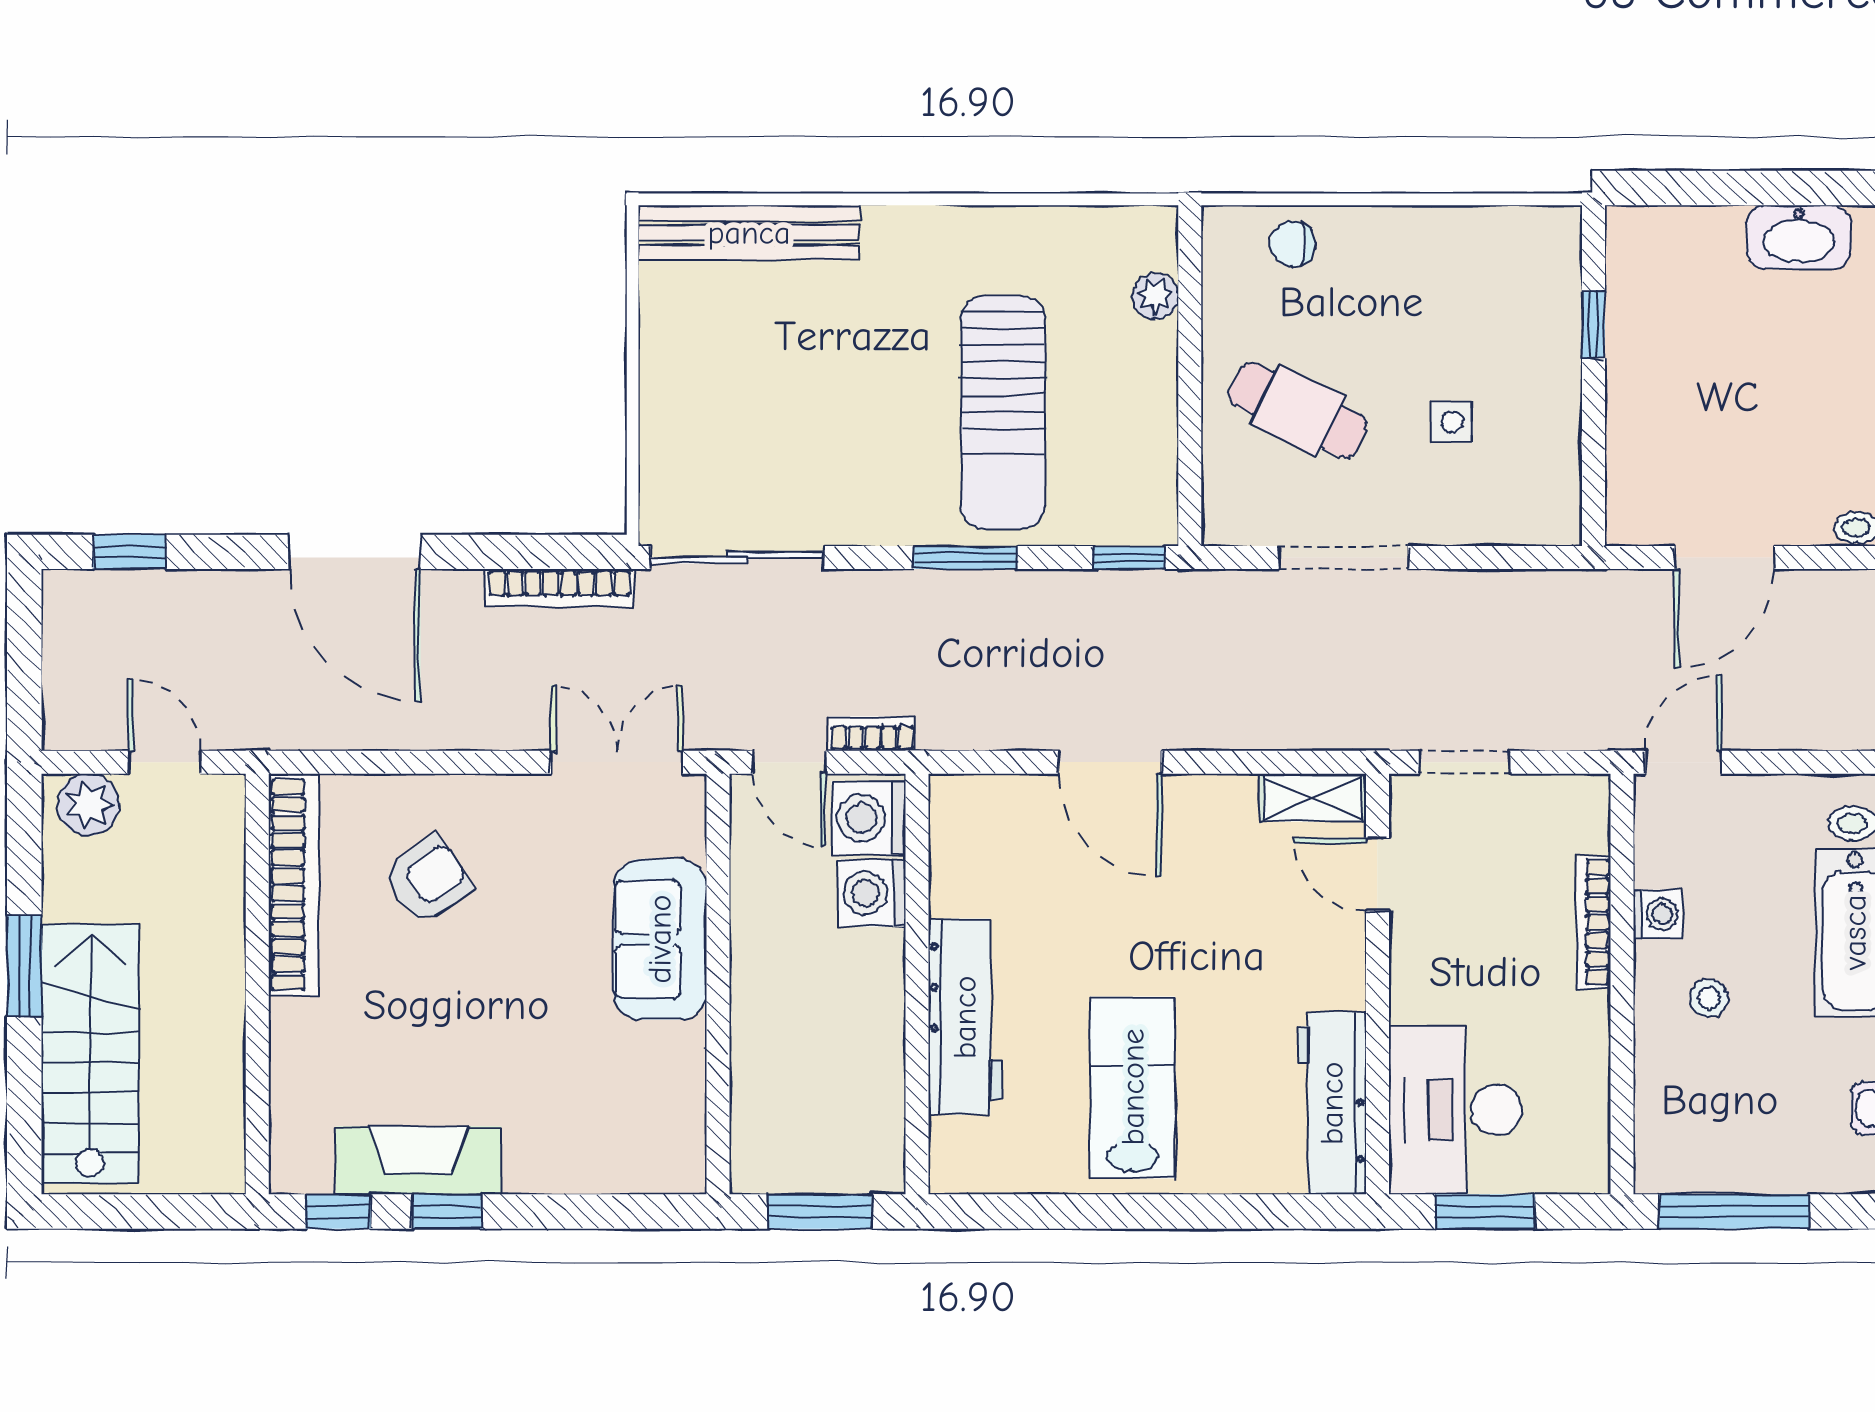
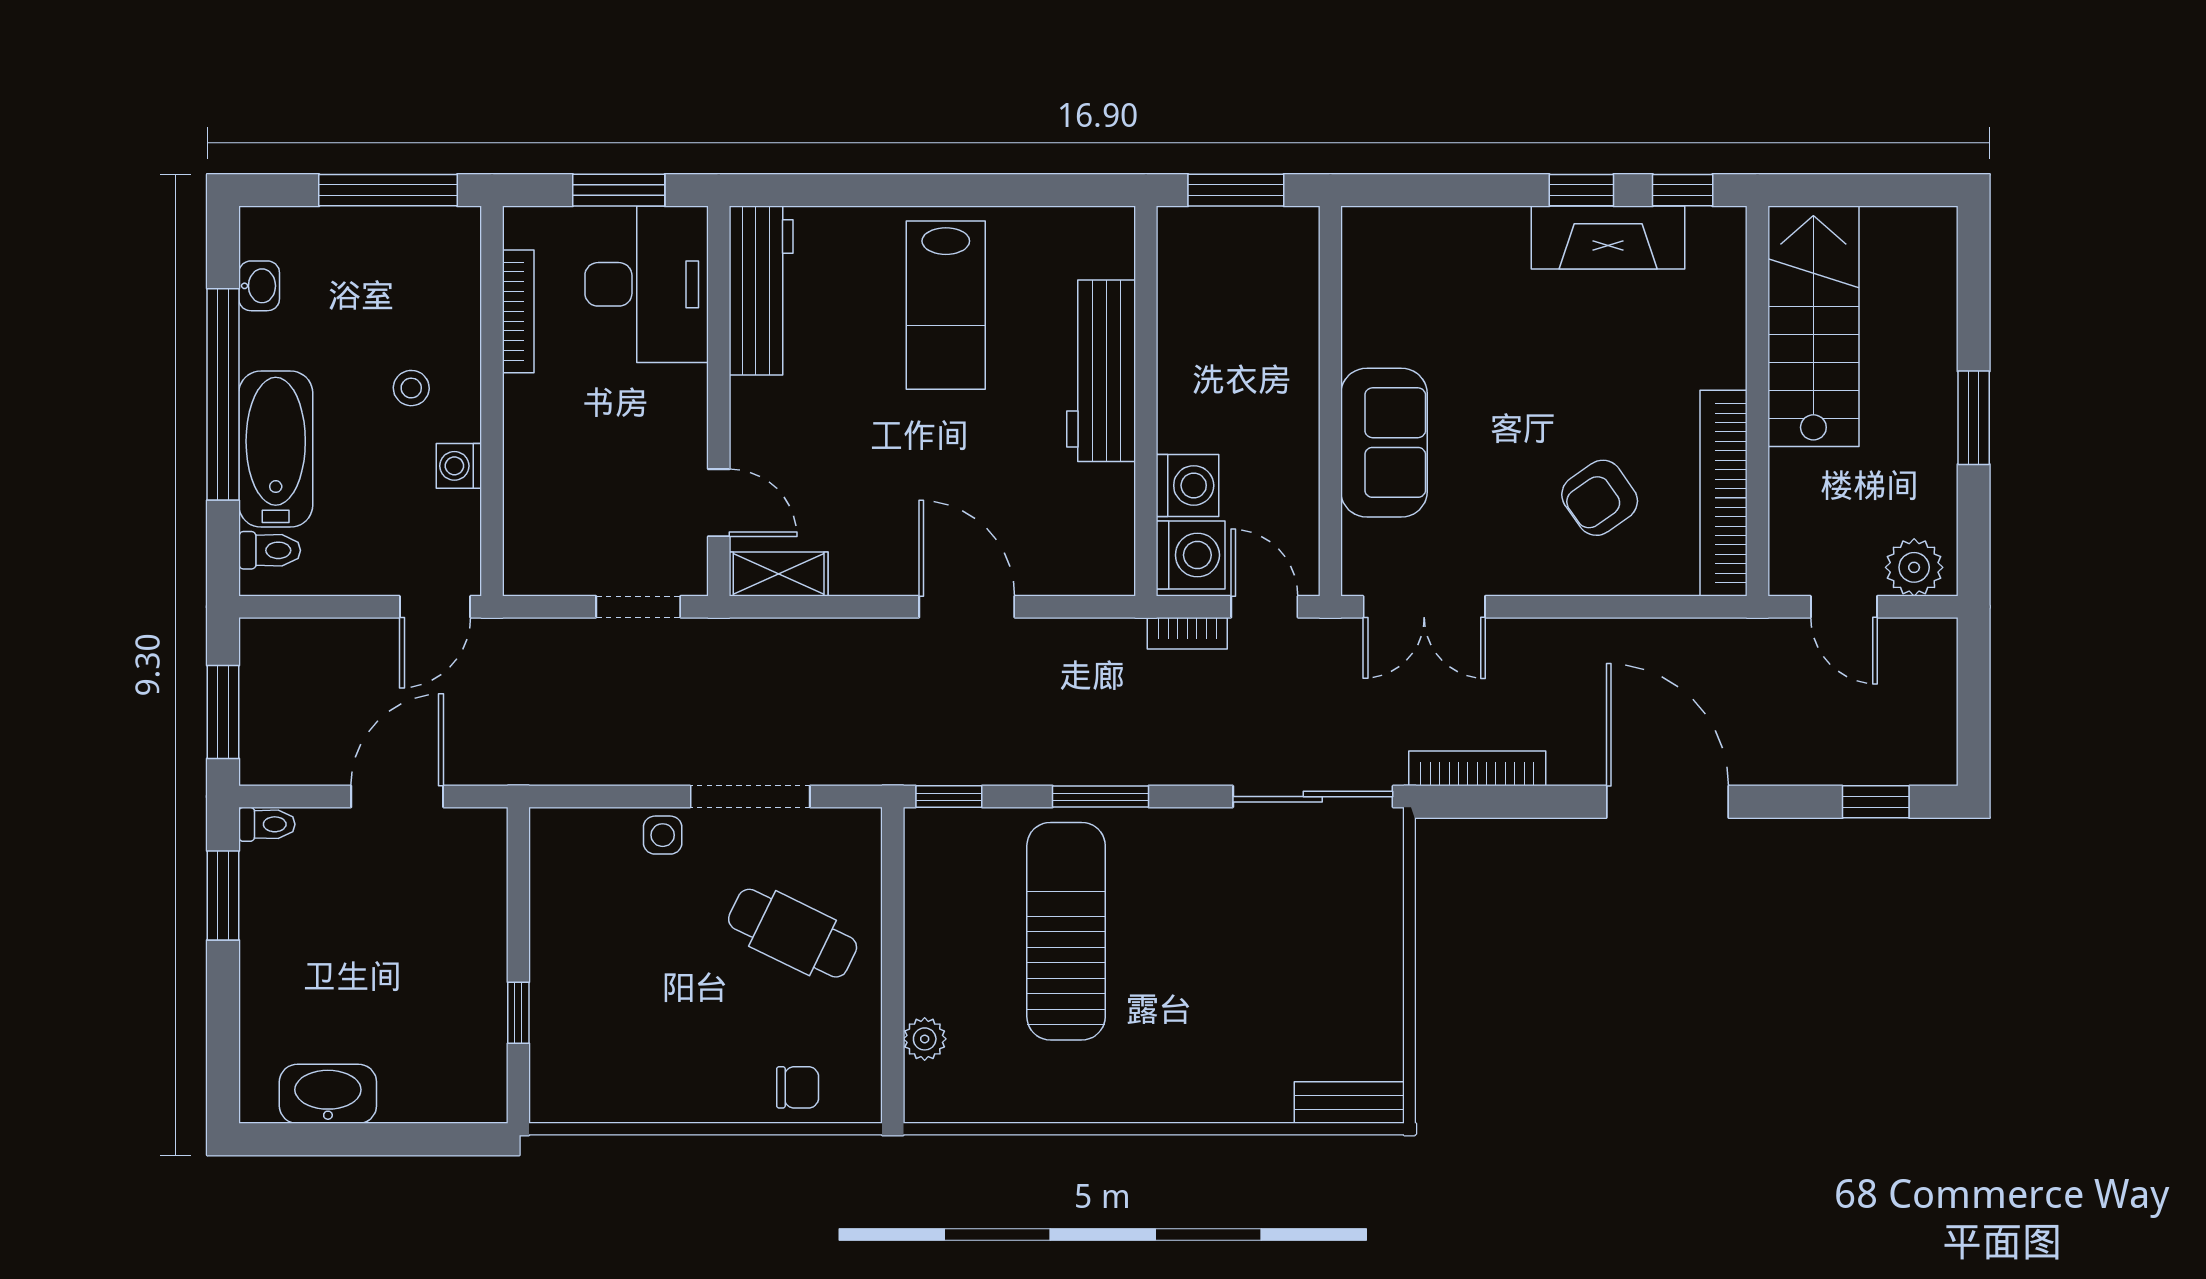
bench: (749, 233) -> (1349, 1102), width x0.54, depth x0.82
side table: (1452, 422) -> (663, 835), moved
bookcase: (1594, 923) -> (518, 311), moved
stairs: (90, 1054) -> (1813, 326), moved, turned 180

